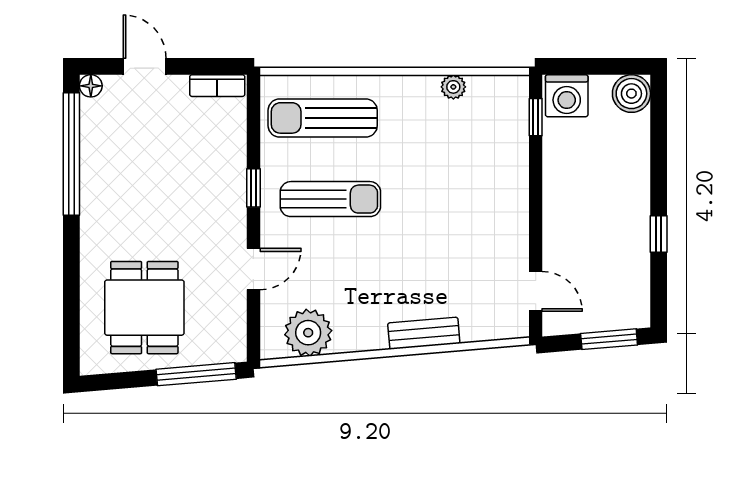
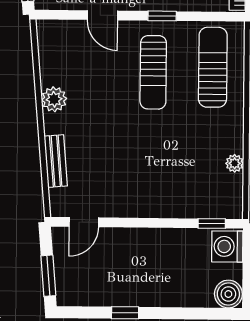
plant: (308, 333) -> (54, 99), moved, width x0.73, depth x0.73
bench: (424, 333) -> (56, 161), moved

